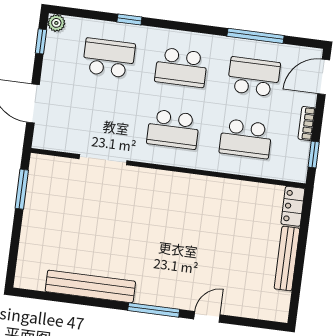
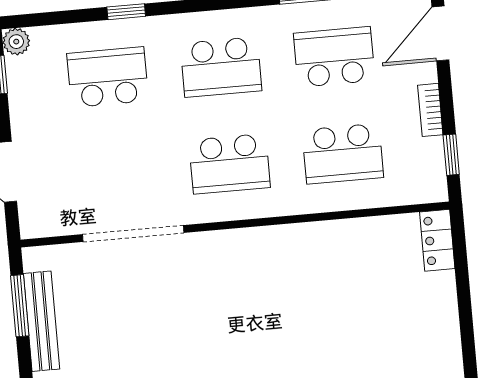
doorway: (103, 160) -> (133, 234), width x1.36
bench: (287, 259) -> (42, 321), moved

